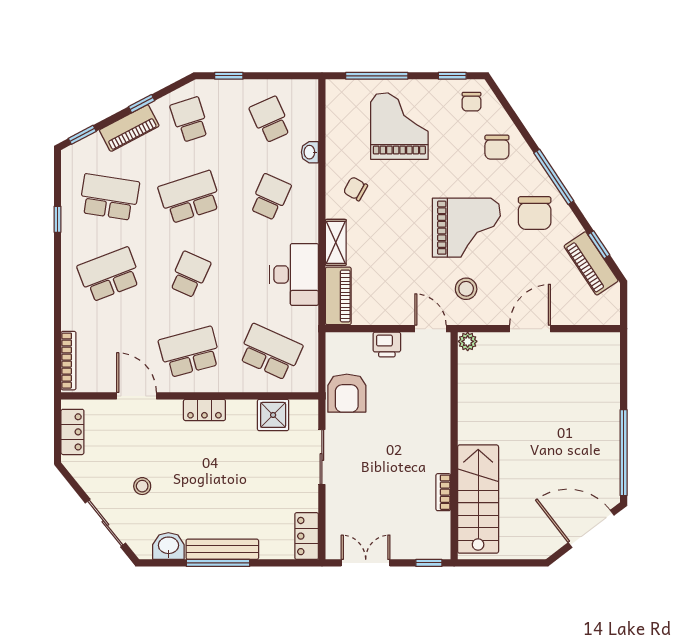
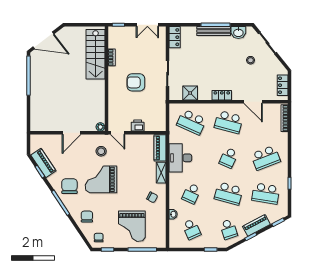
school desk: (190, 197) -> (229, 194), turned 33
school desk: (190, 352) -> (229, 122), turned 30
armchair: (347, 393) -> (136, 82), moved, turned -90

